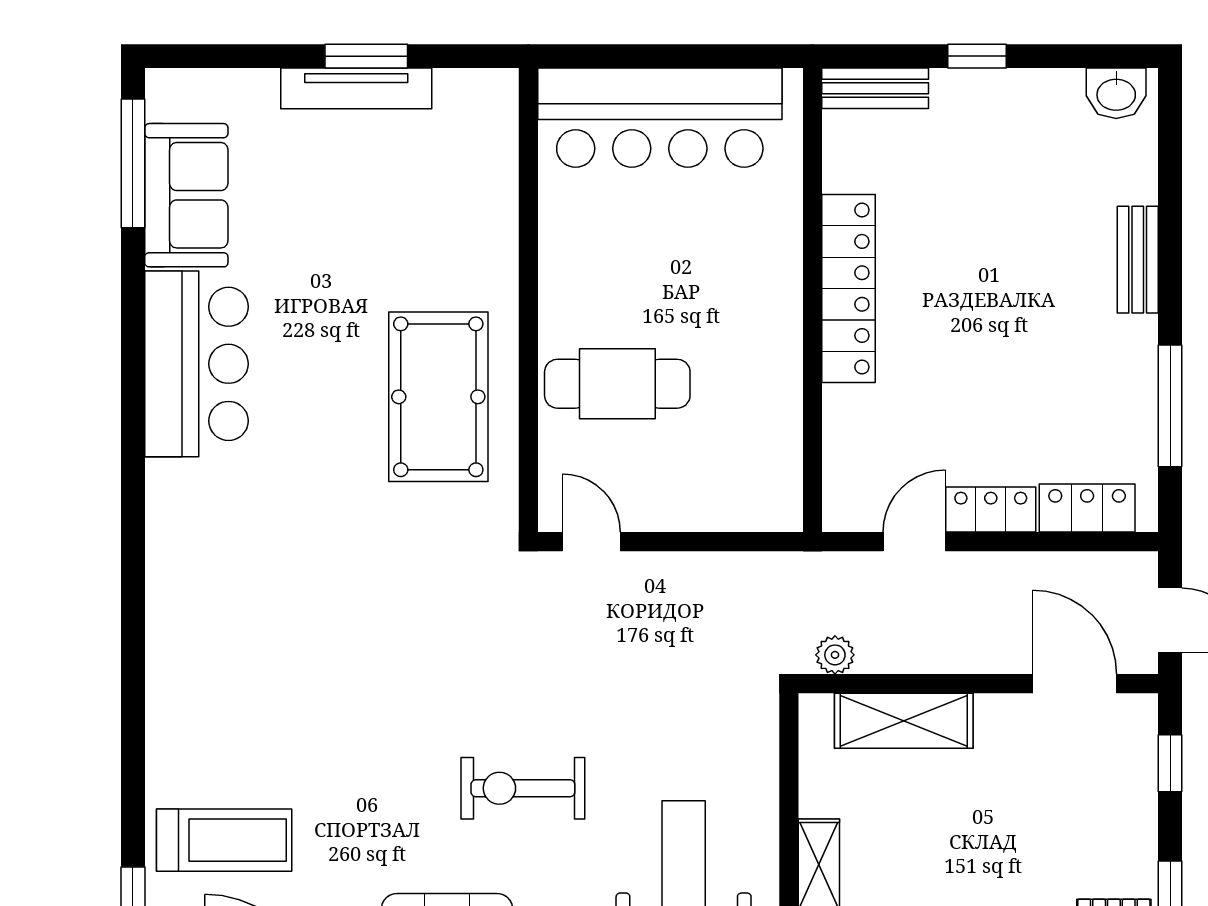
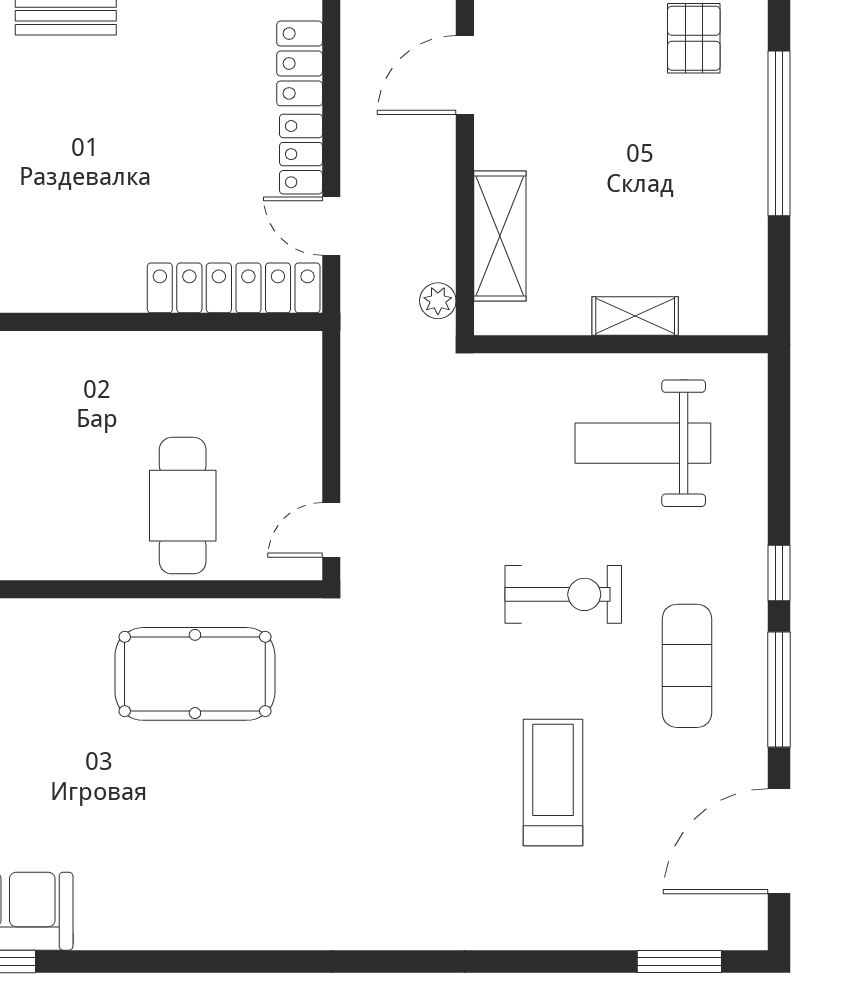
locker: (849, 288) -> (234, 288), moved
bar counter: (196, 364) -> (164, 902), removed
exercise bike: (523, 788) -> (563, 594), turned -90
treadmill: (224, 840) -> (553, 783), moved

